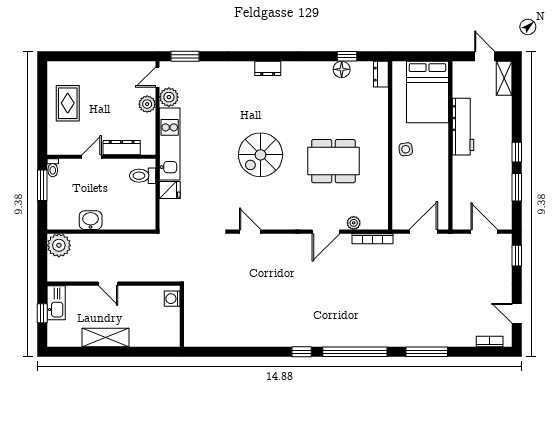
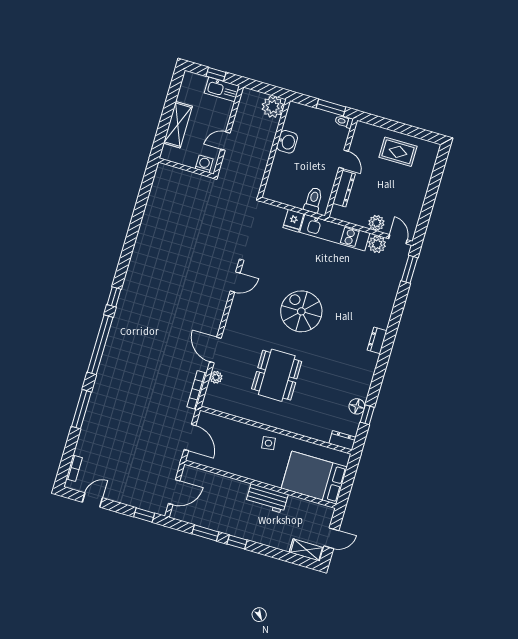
workbench: (463, 127) -> (267, 498), width x0.73
washing machine: (172, 299) -> (204, 164), moved
wall: (182, 316) -> (186, 168), moved

